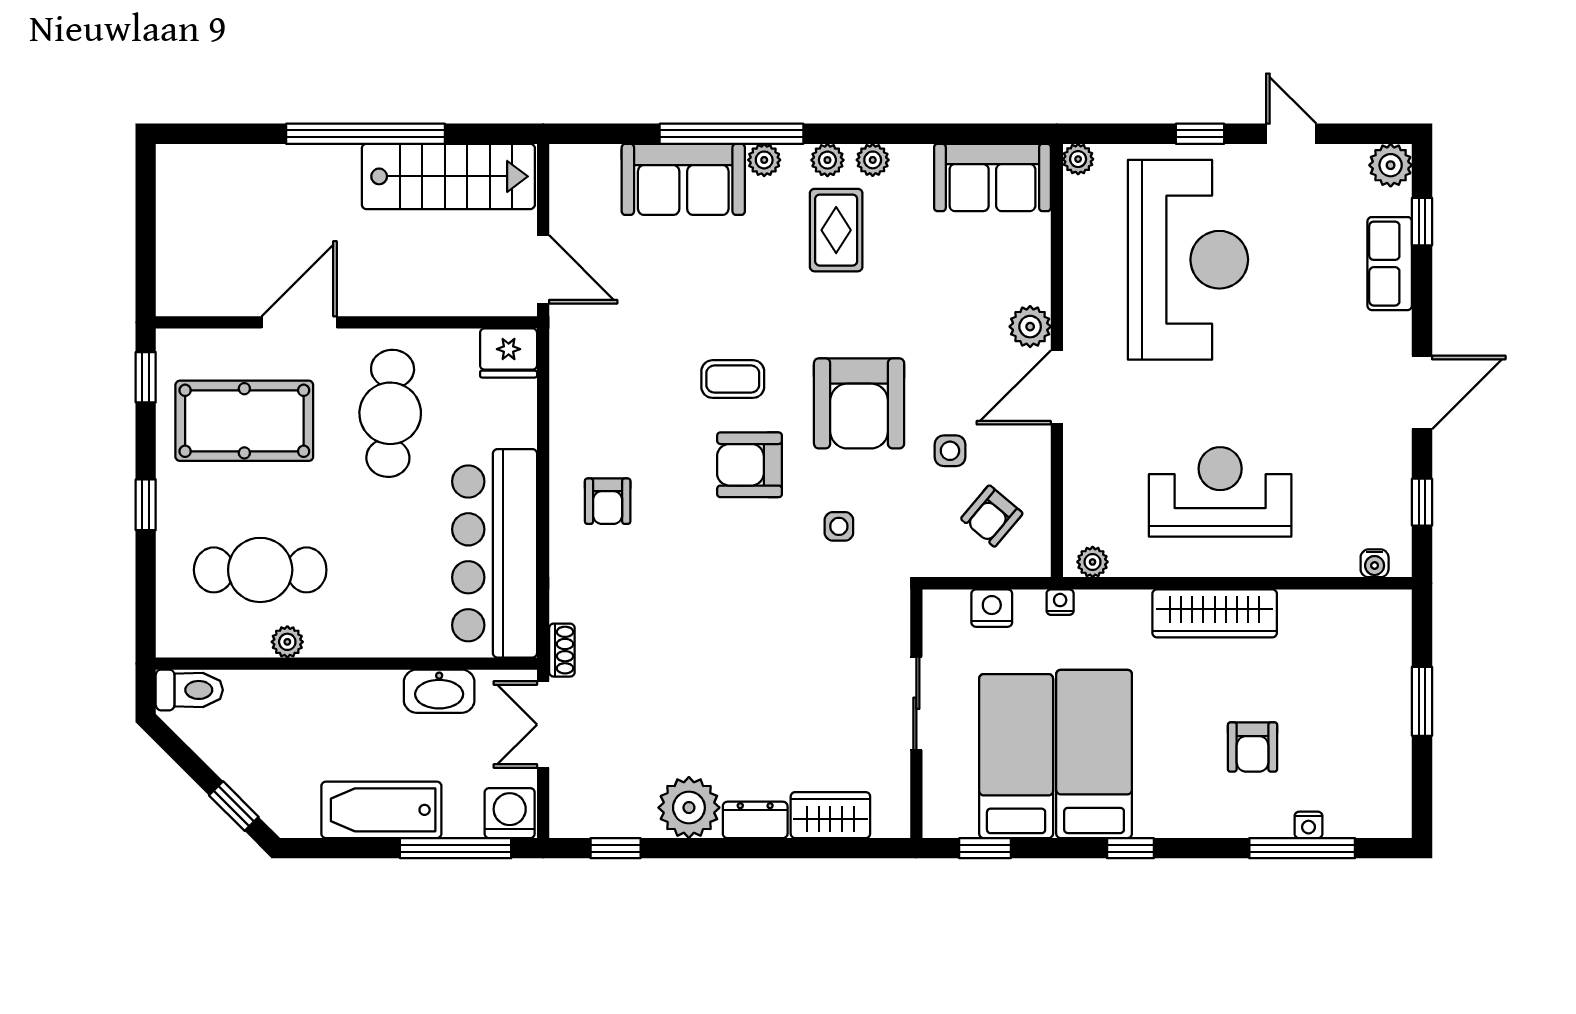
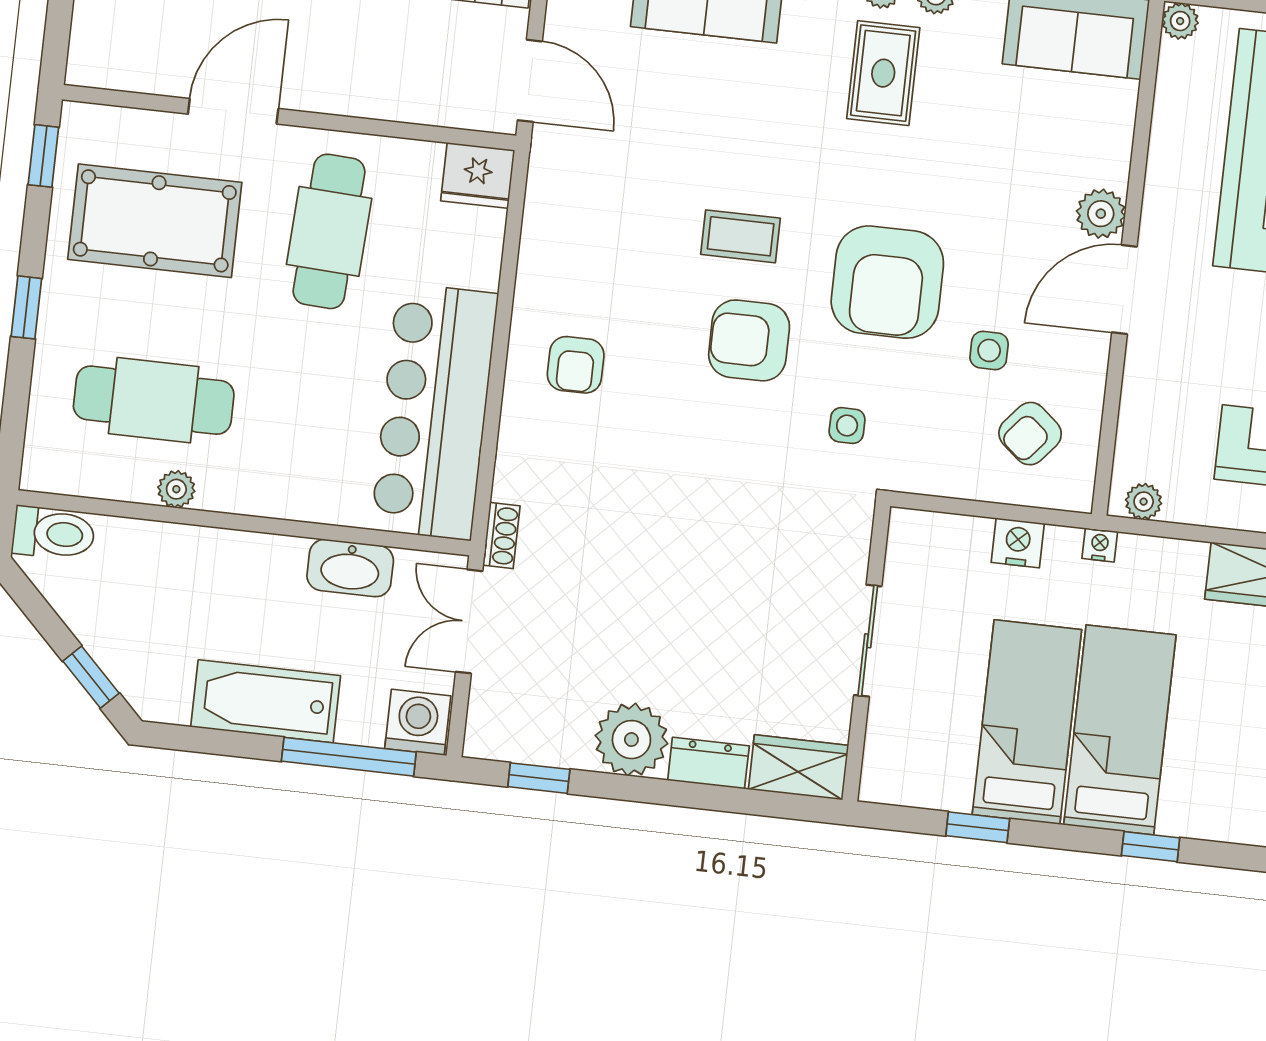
sliding door: (916, 703) -> (868, 641), moved
wall: (916, 714) -> (866, 653), moved

